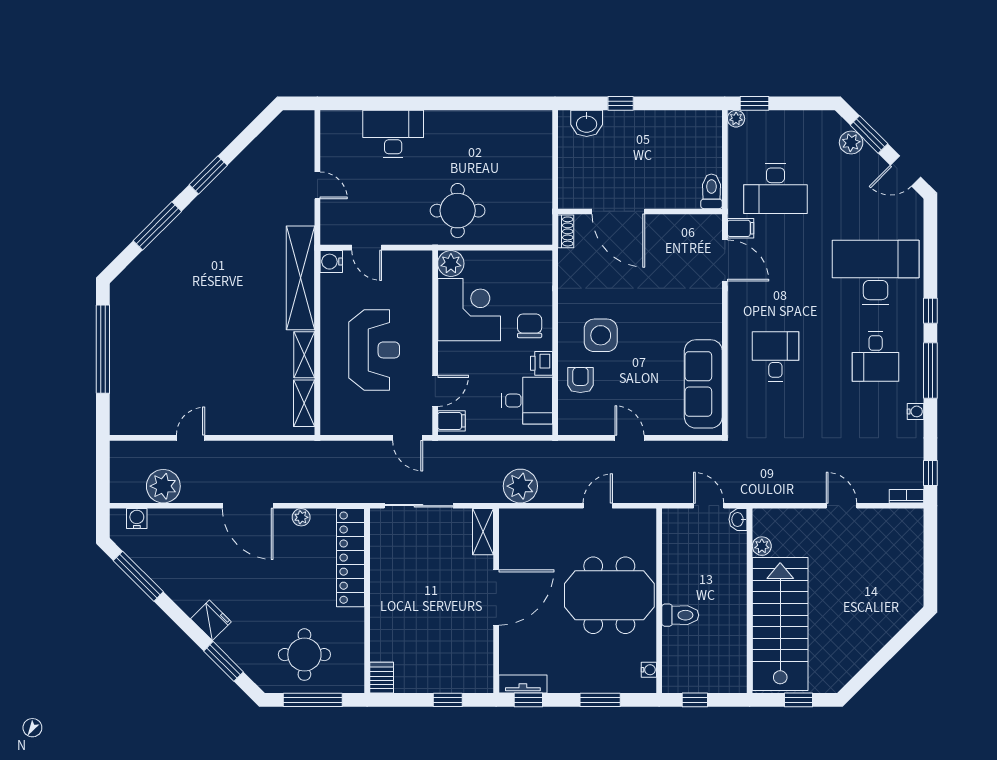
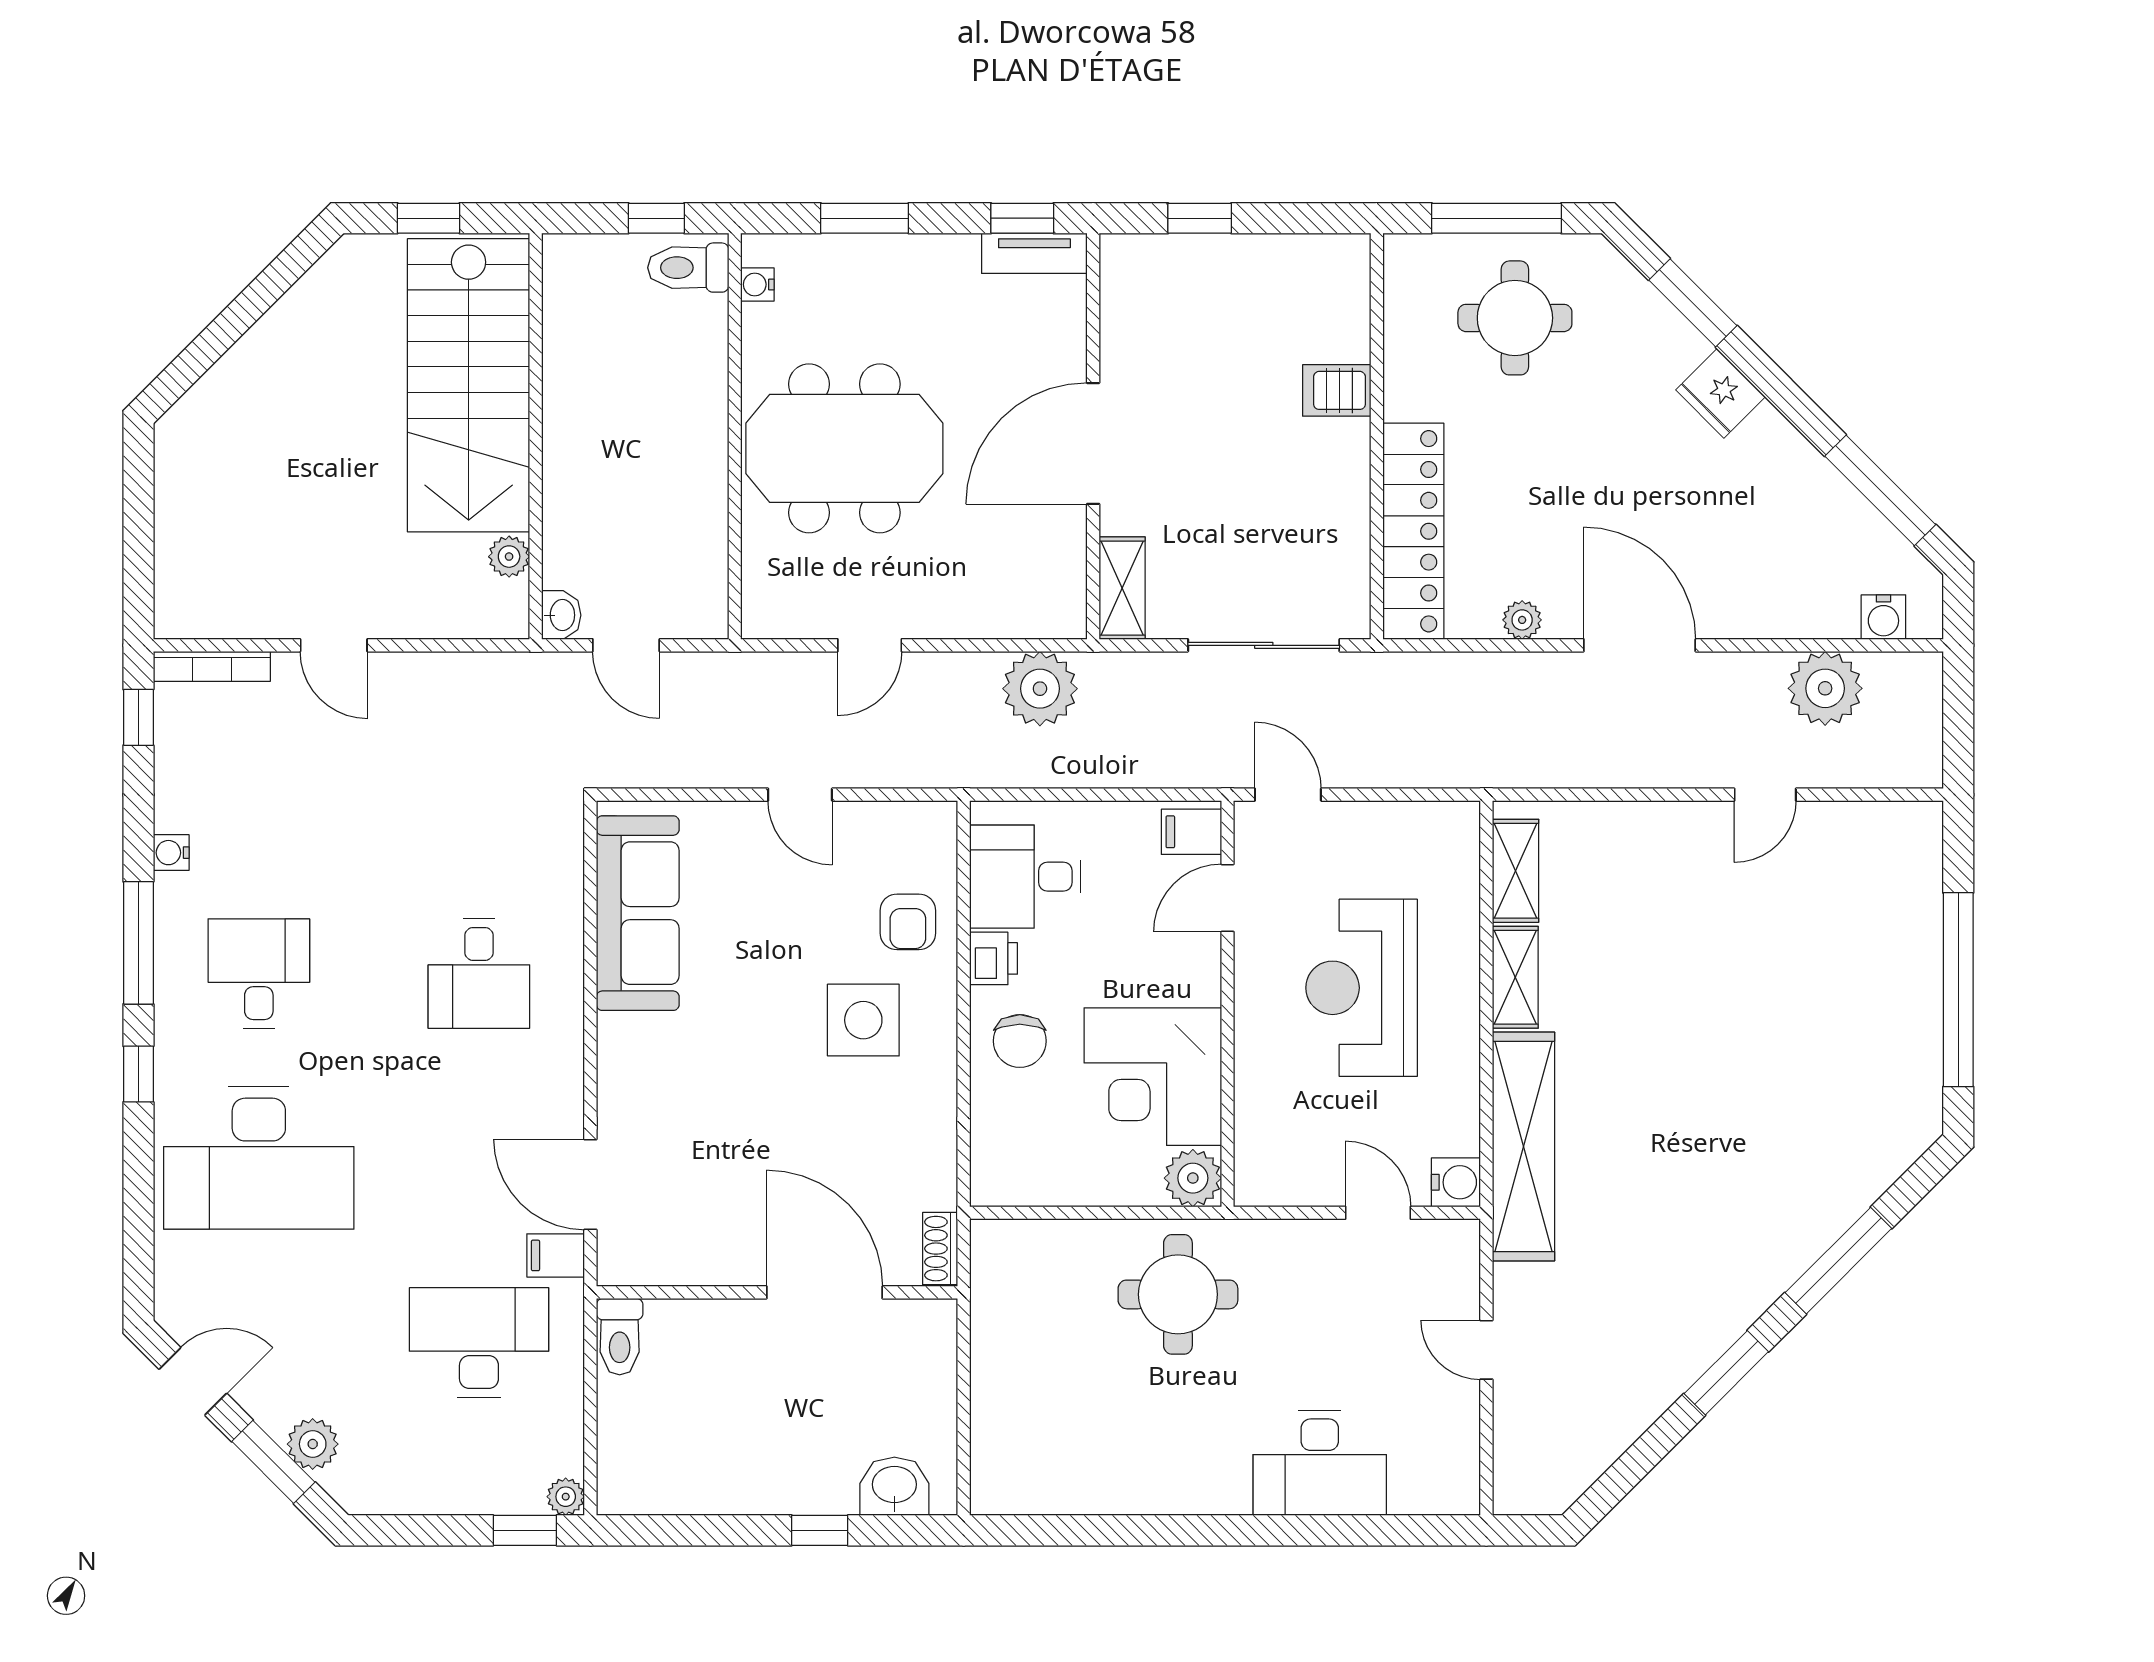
bookcase: (906, 496) -> (212, 666), width x1.56
toilet: (680, 615) -> (688, 268), moved
server rack: (382, 678) -> (1337, 390), moved, turned 90

